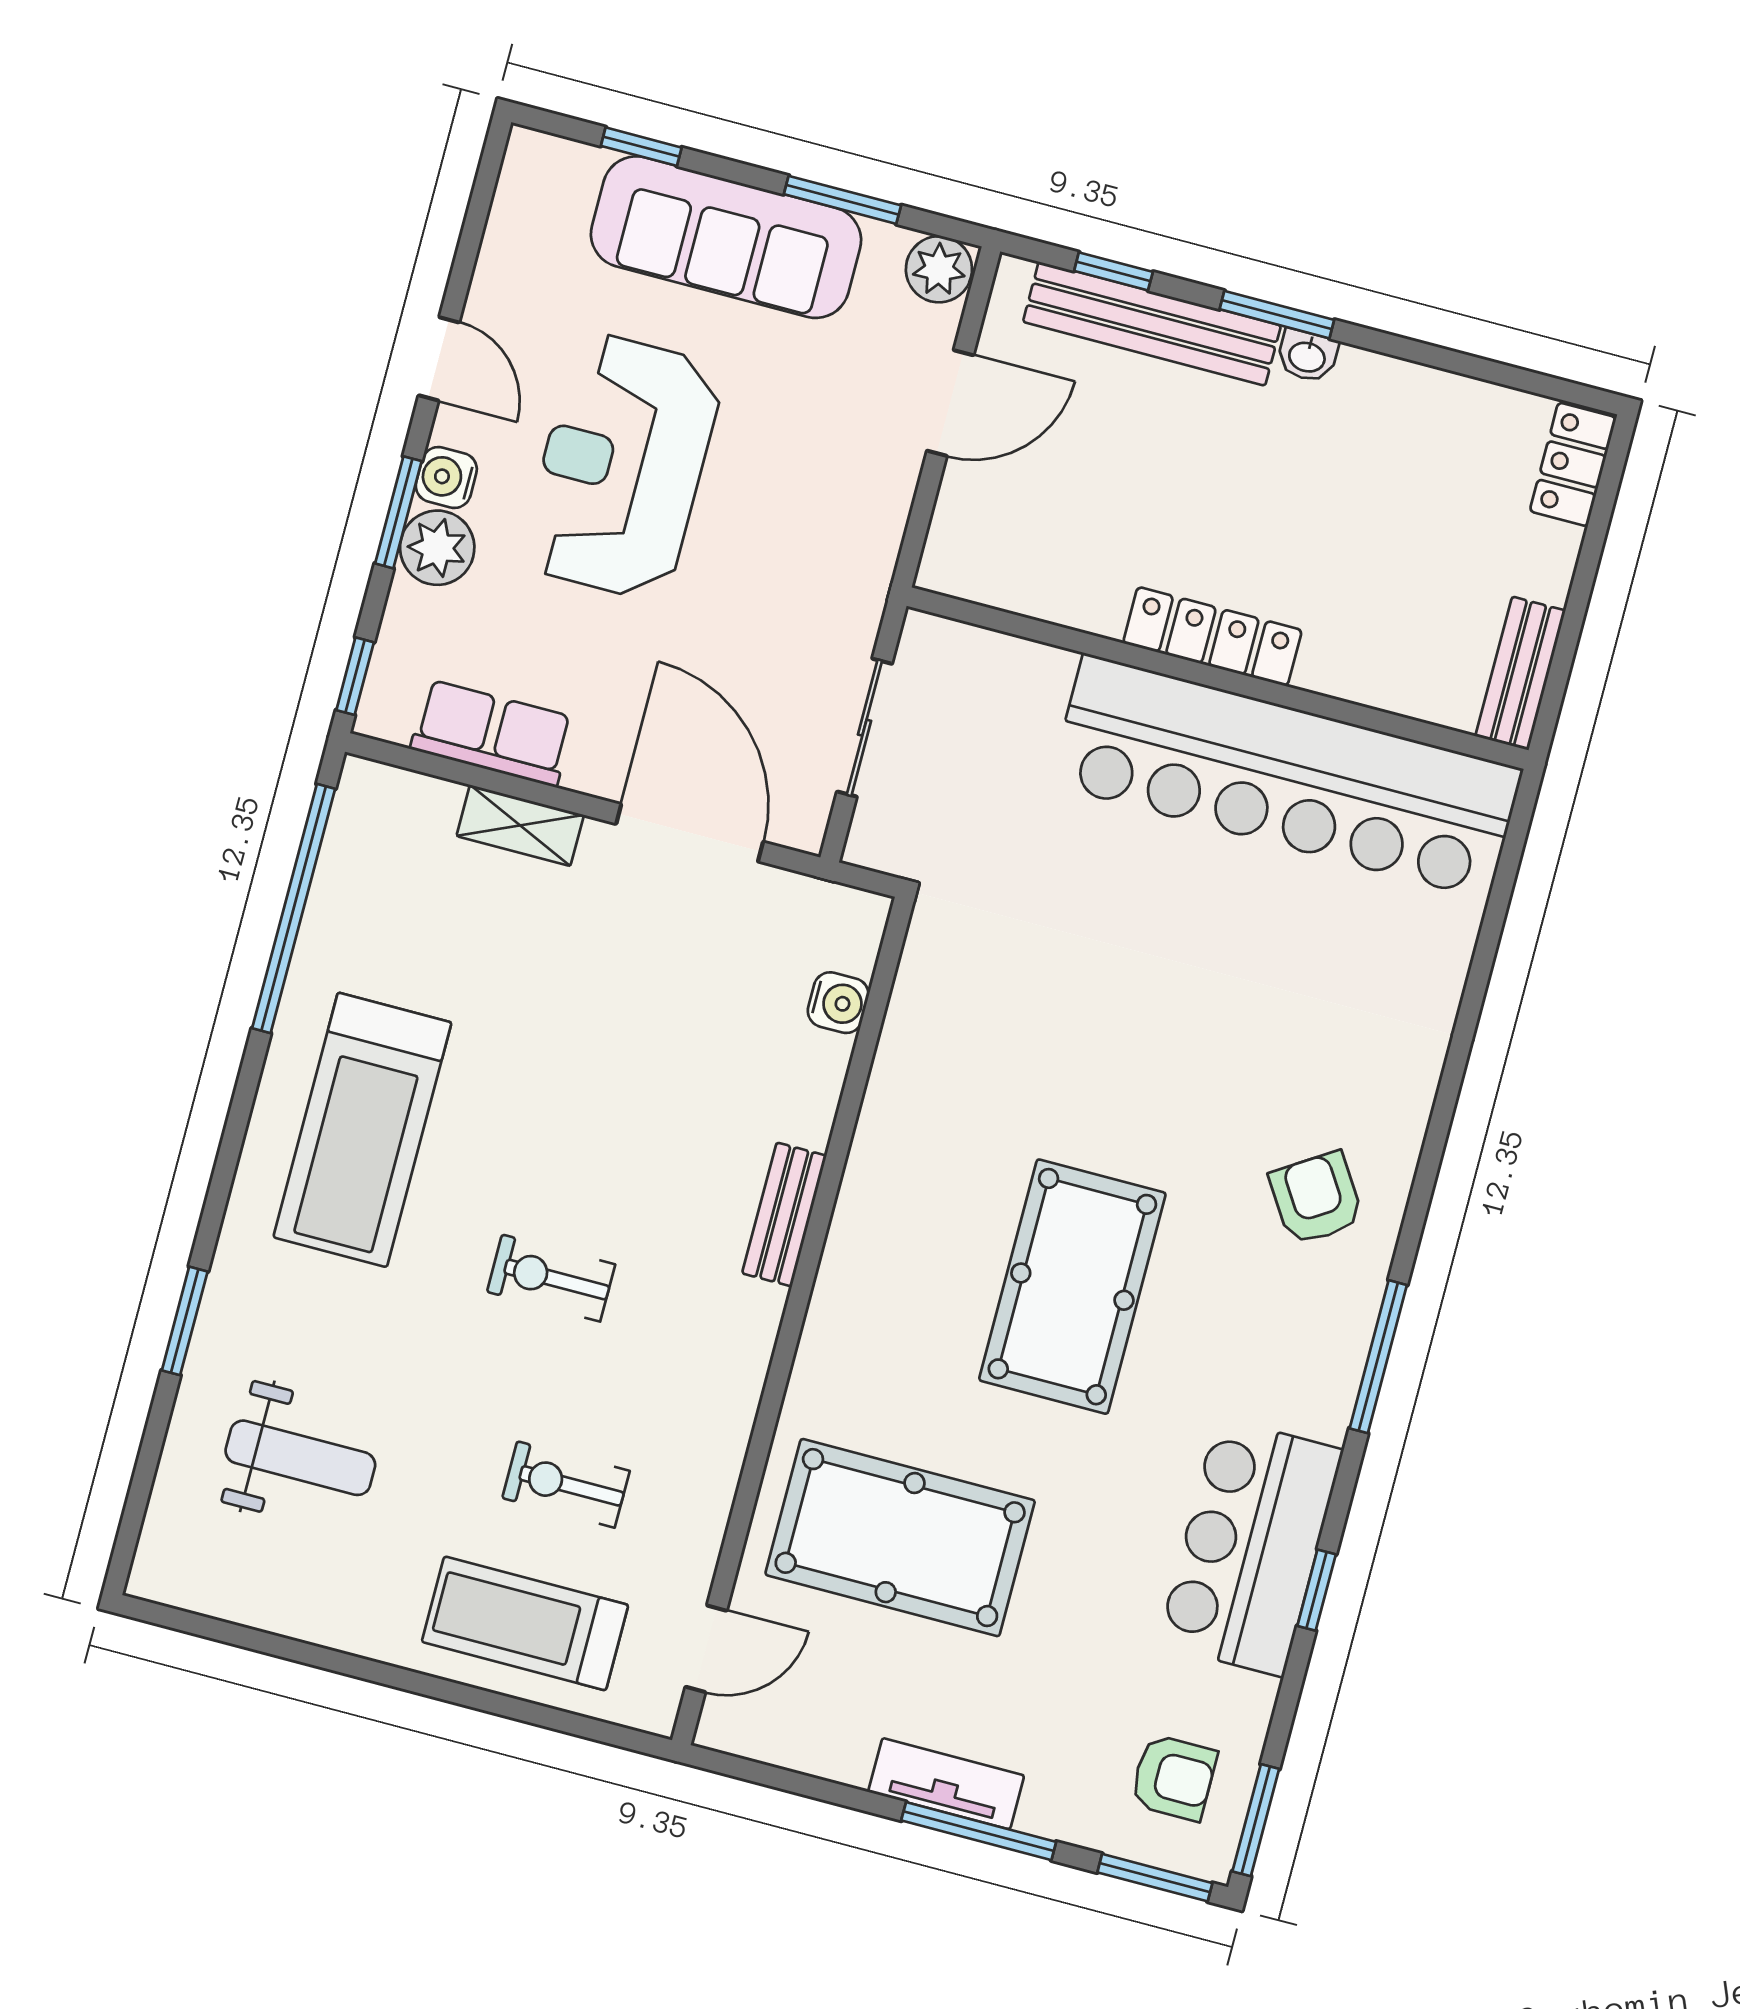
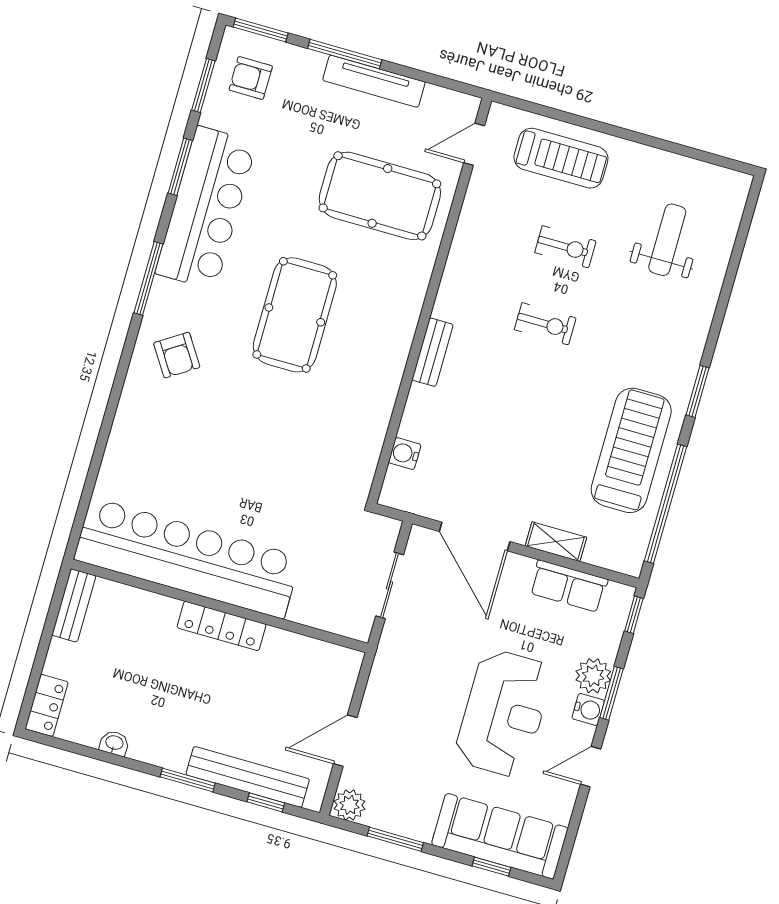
sofa: (726, 237) -> (500, 836), moved
washbasin: (1307, 356) -> (114, 743), moved
door: (439, 359) -> (591, 767), hinge flipped
treadmill: (362, 1130) -> (631, 450), moved
window: (185, 1321) -> (698, 391), moved
weight bench: (300, 1458) -> (667, 240), turned 90
exercise bike: (566, 1484) -> (565, 247), moved
bar counter: (1250, 1547) -> (206, 208), width x1.36
window: (1317, 1590) -> (180, 167), width x1.50
tv unit: (946, 1784) -> (374, 81), width x1.41
window: (1256, 1820) -> (203, 86), moved

